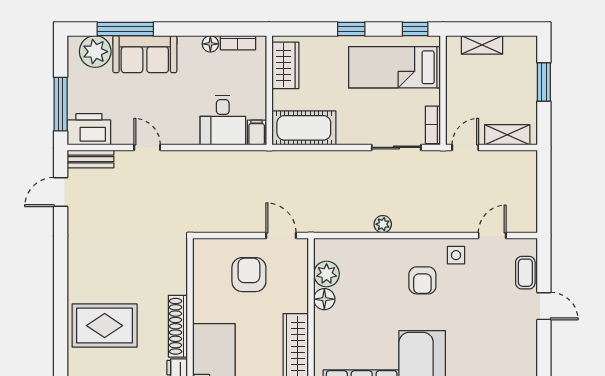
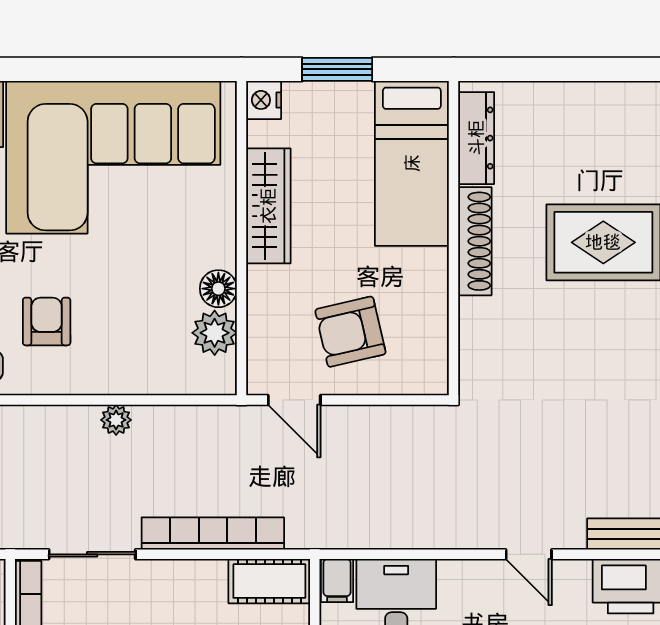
cot: (304, 128) -> (269, 581), width x0.73, depth x0.75
bookcase: (327, 159) -> (213, 533), added
armchair: (249, 275) -> (350, 332), turned 77

